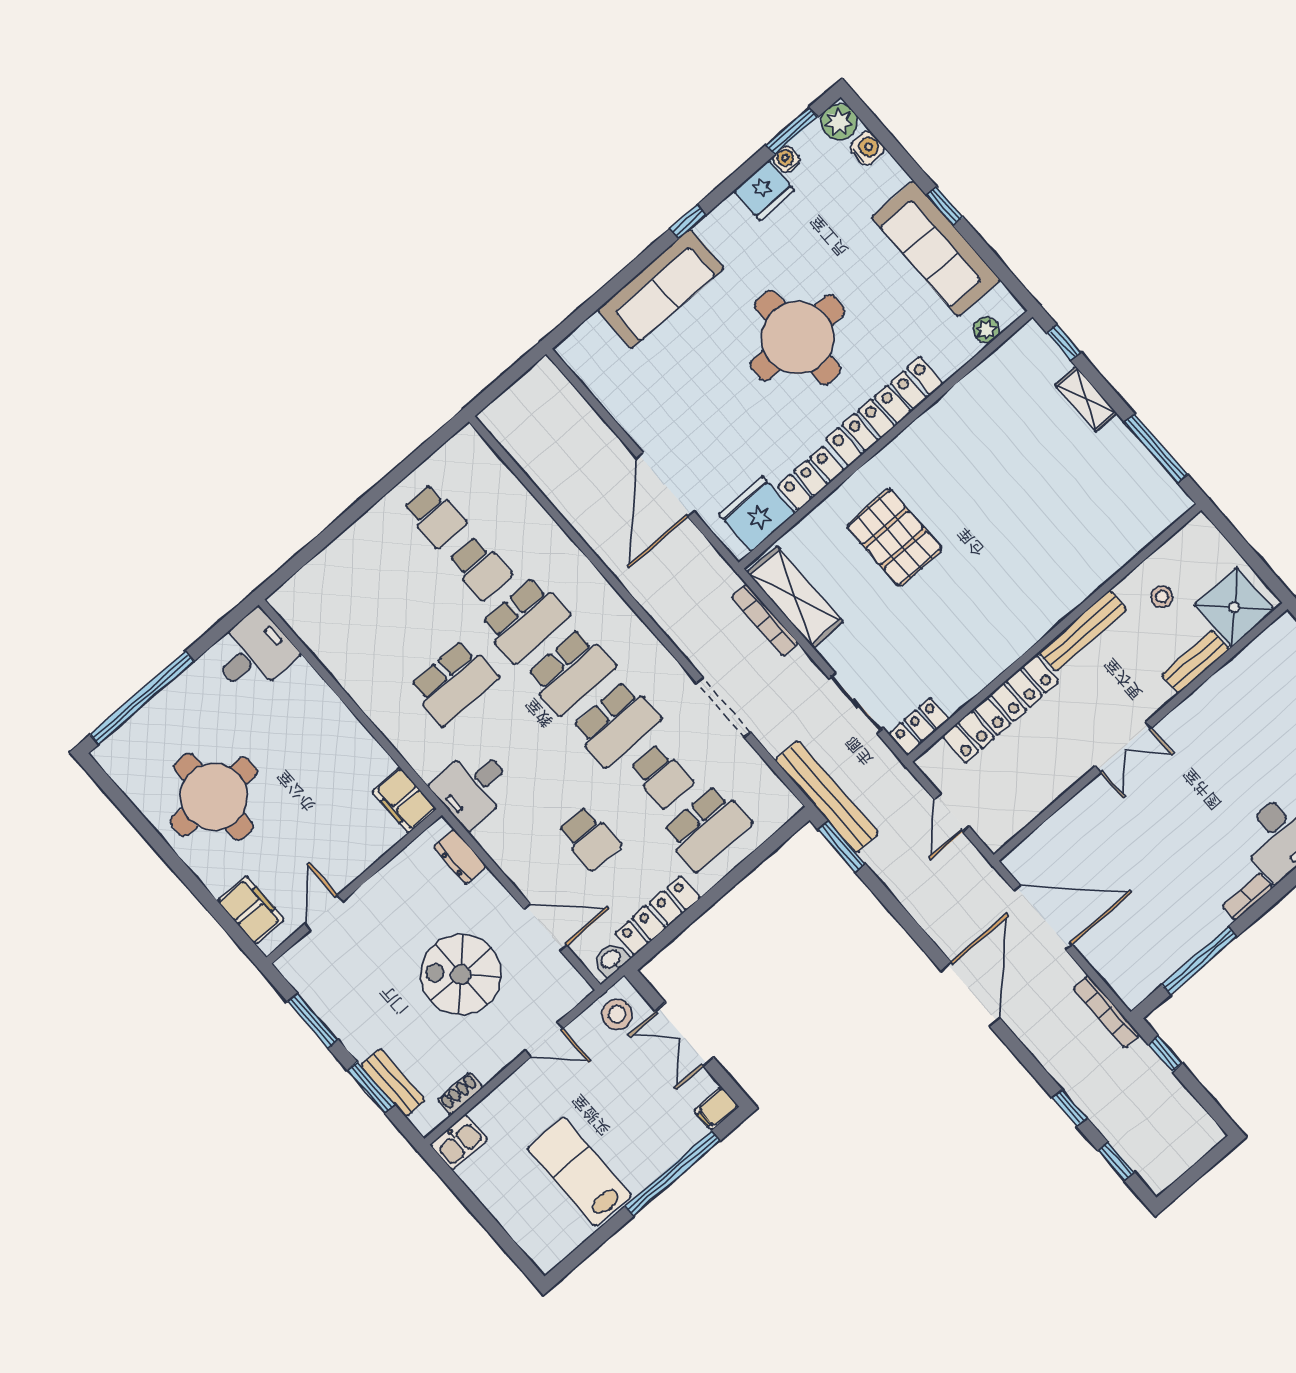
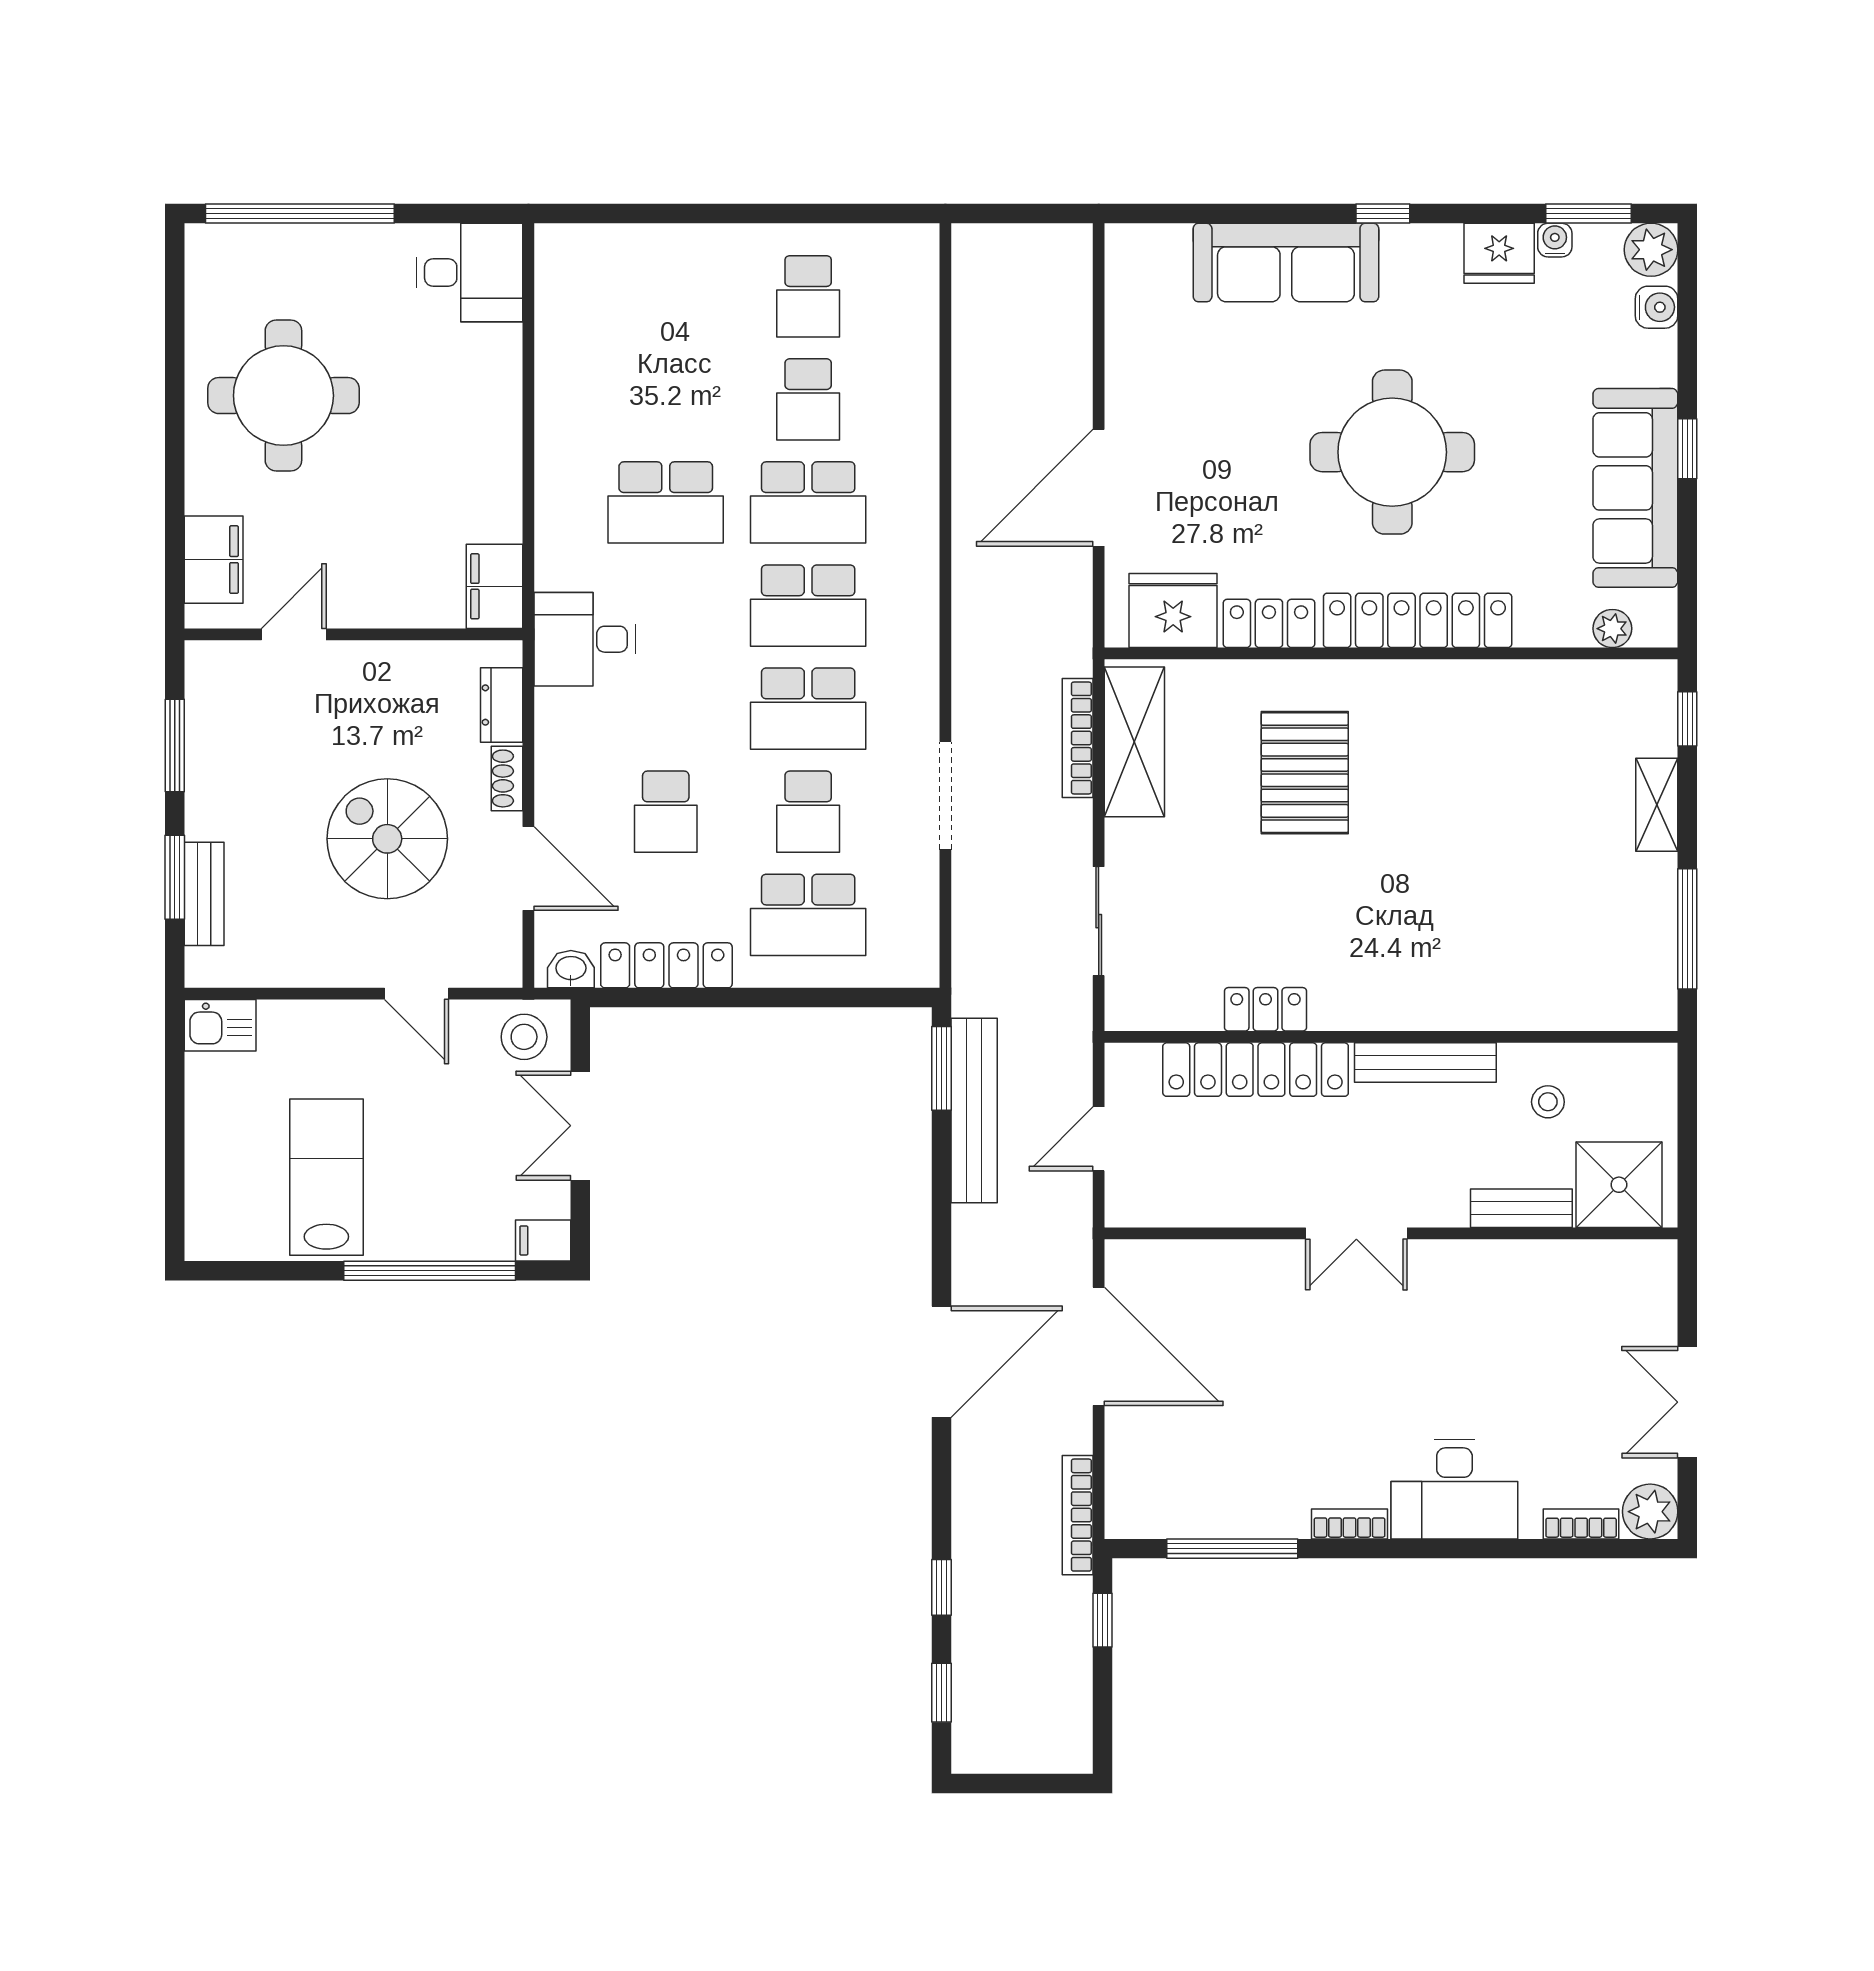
locker: (919, 726) -> (1265, 1009), moved
bench: (827, 797) -> (974, 1111), moved
shoe rack: (460, 1094) -> (507, 778), moved, turned -90

